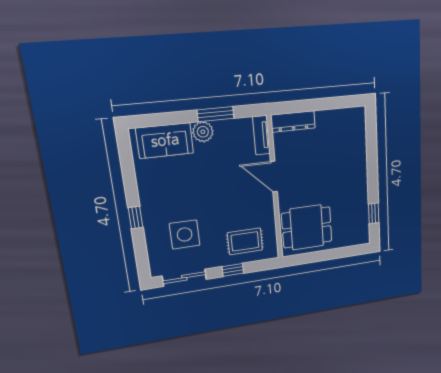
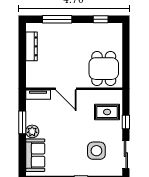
dresser: (293, 121) -> (31, 46), moved
window: (372, 152) -> (57, 19), added
door: (274, 177) -> (66, 89), hinge flipped
rug: (245, 241) -> (107, 112), turned 90

